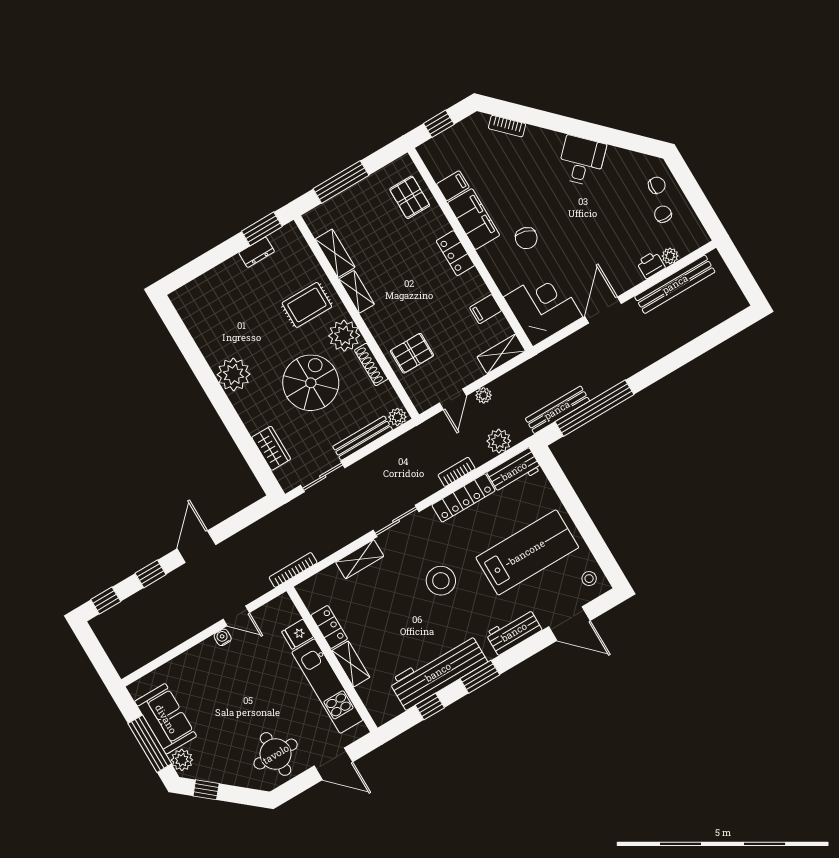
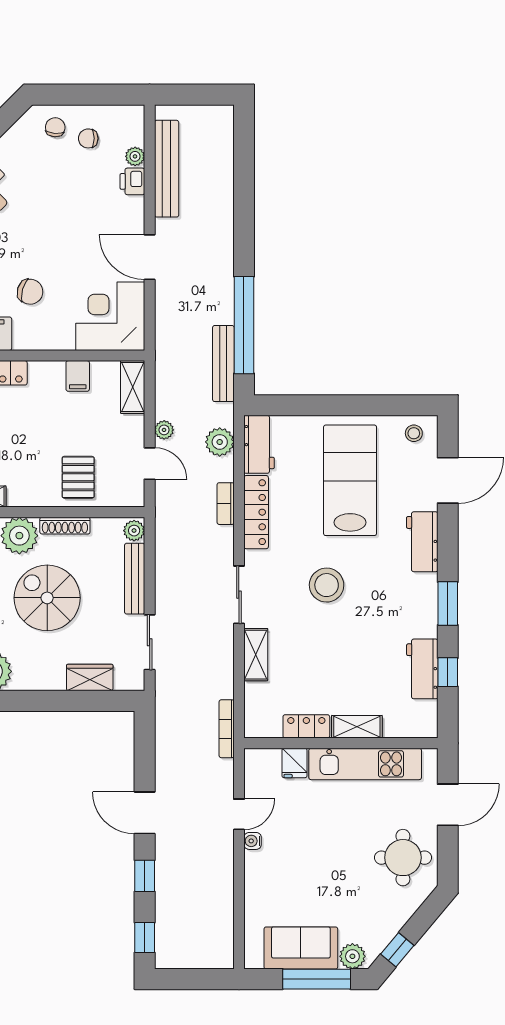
workbench: (438, 672) -> (422, 669), width x0.53, depth x0.76

